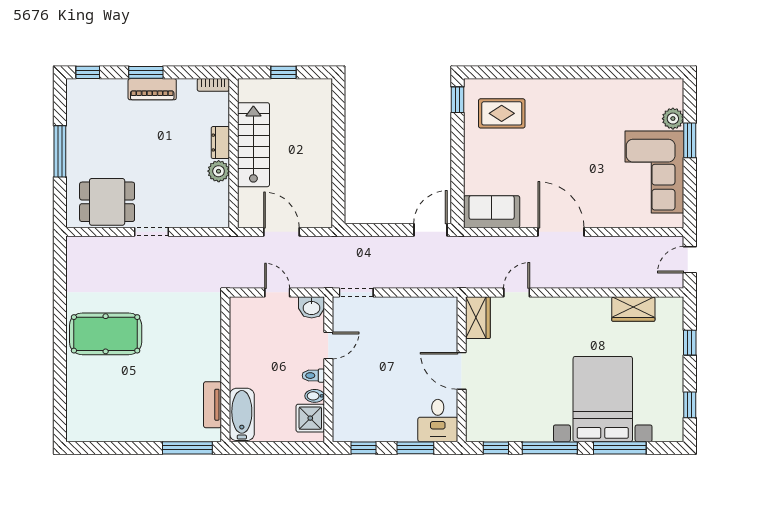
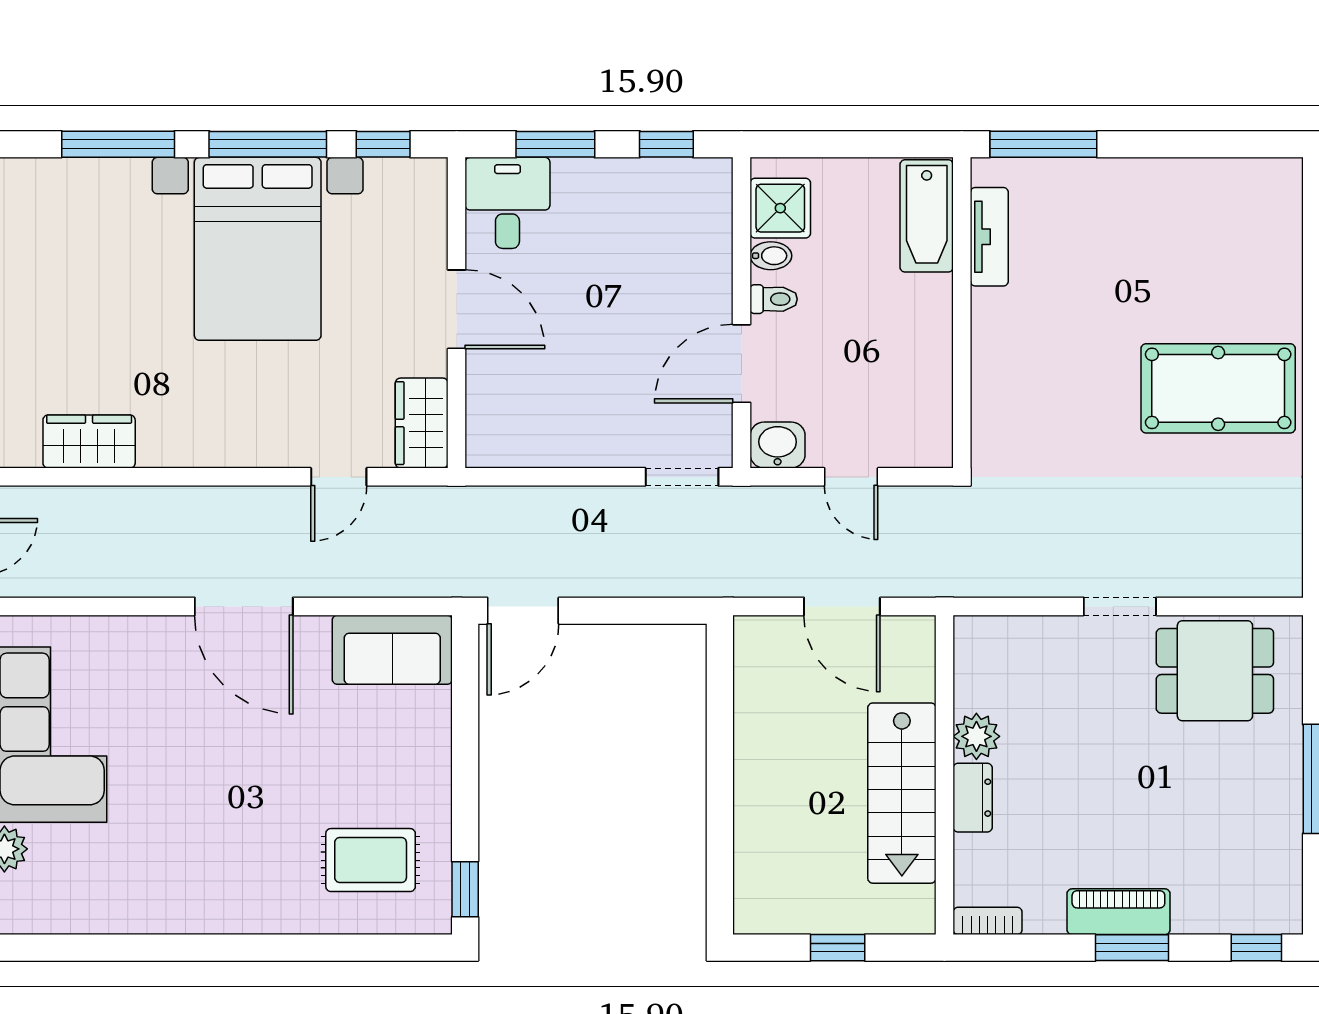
door: (328, 345) -> (742, 364), width x1.38
bed with nightstands: (603, 399) -> (258, 249), moved

